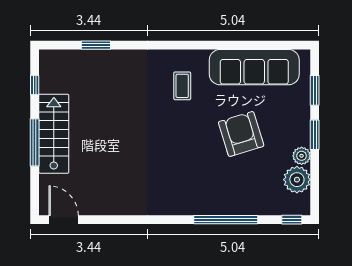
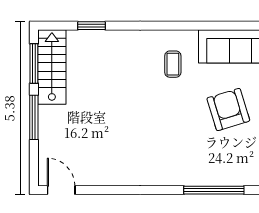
window: (35, 85) -> (34, 63), width x2.17
stairs: (54, 134) -> (52, 67), moved

